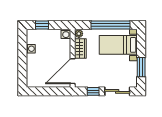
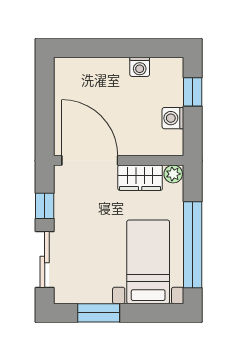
washing machine: (66, 34) -> (173, 118), moved

